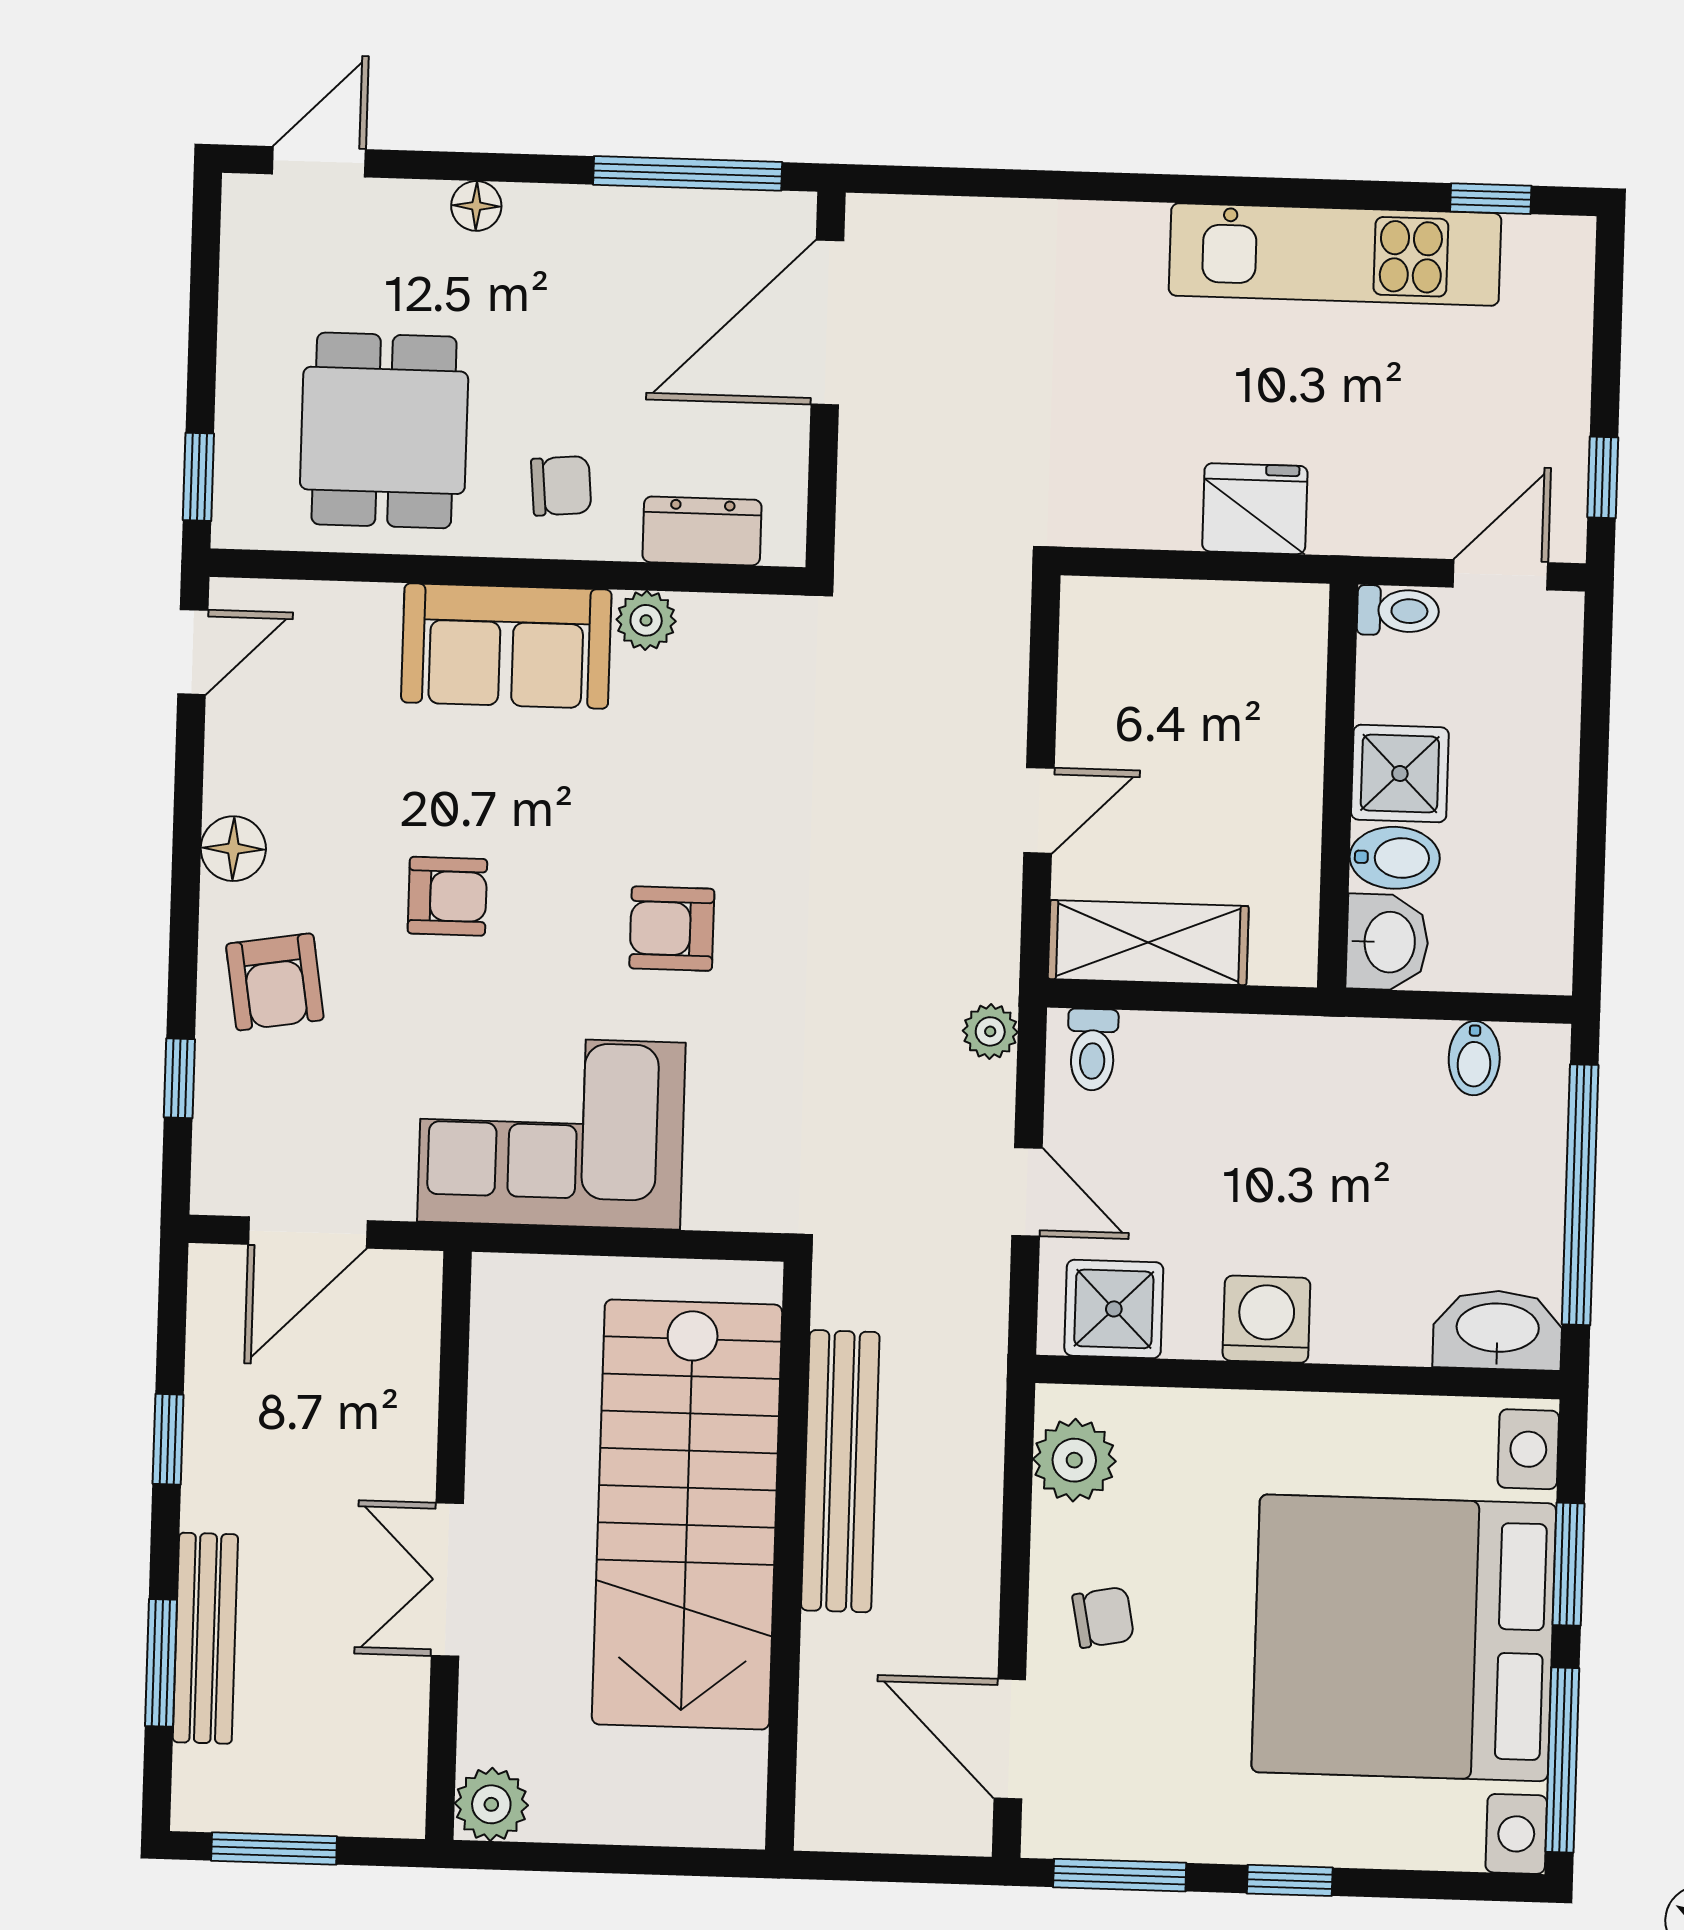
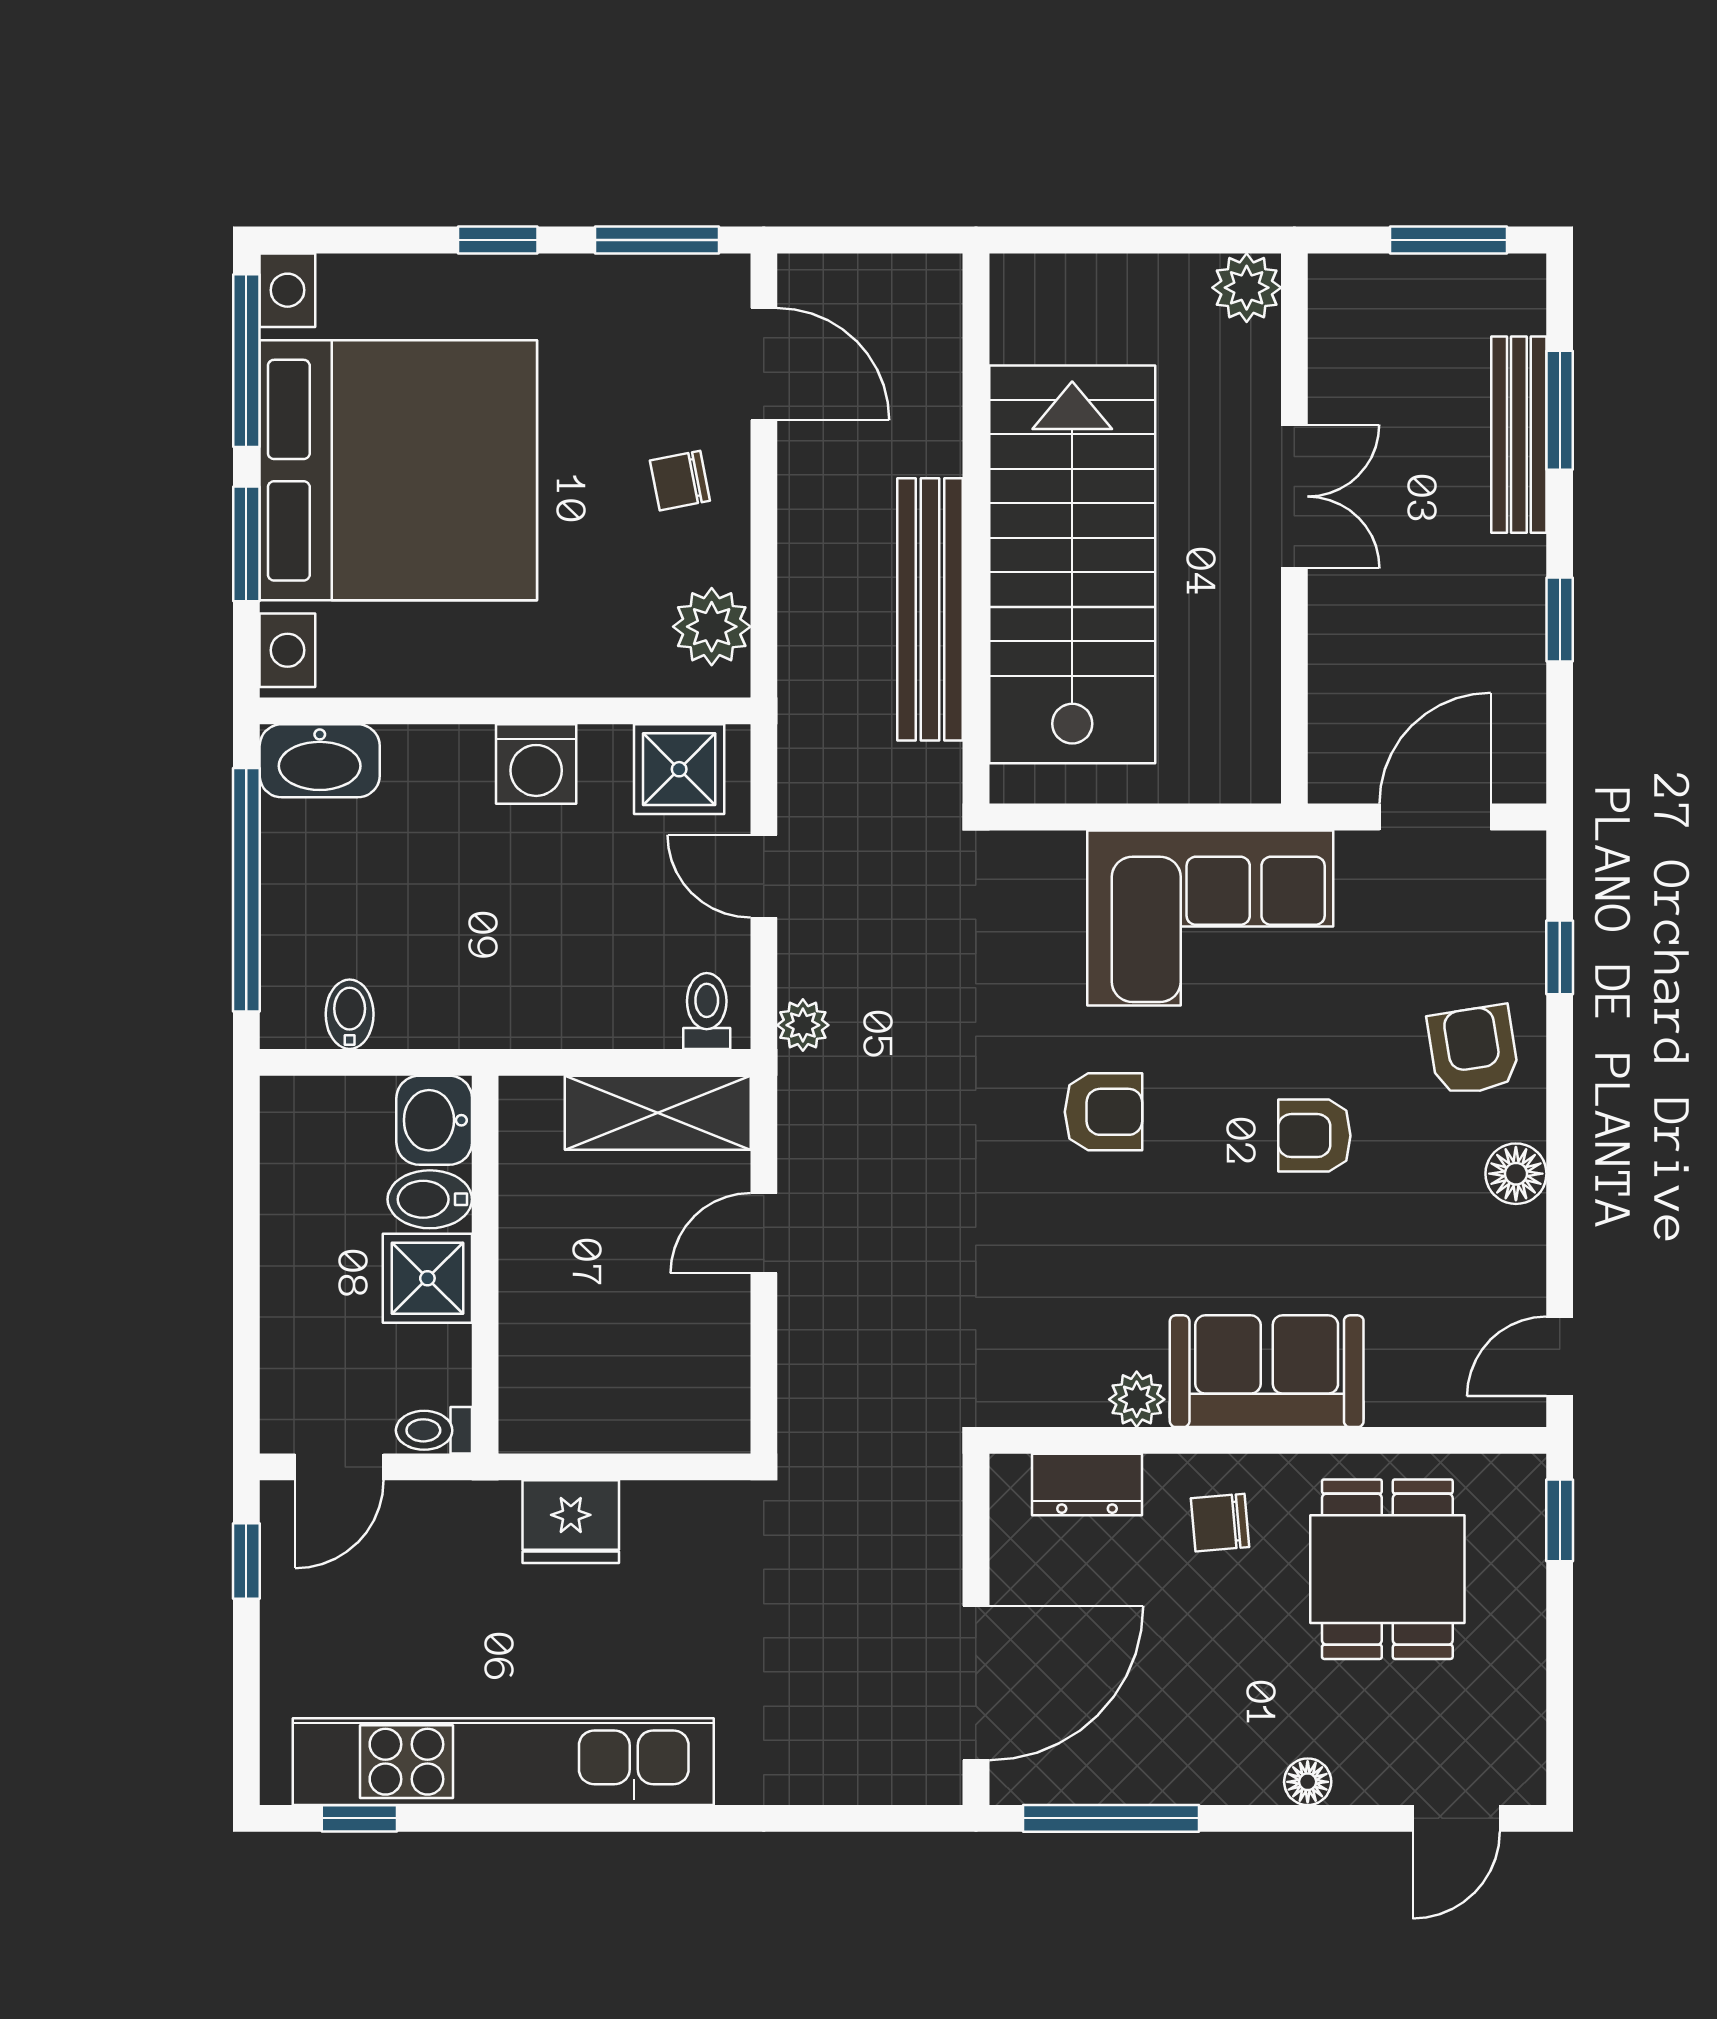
kitchen unit: (1335, 254) -> (503, 1762), width x1.36

